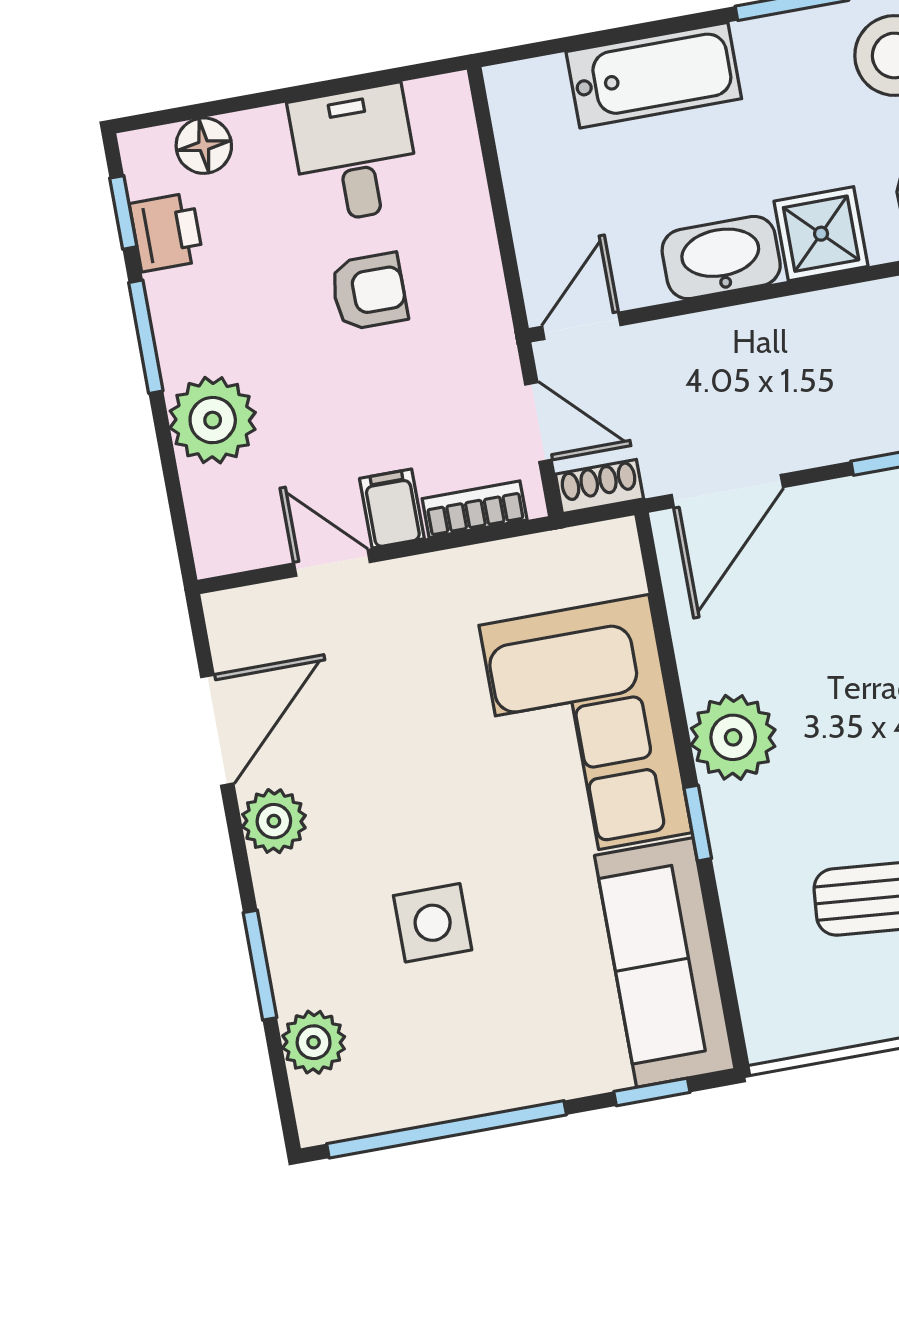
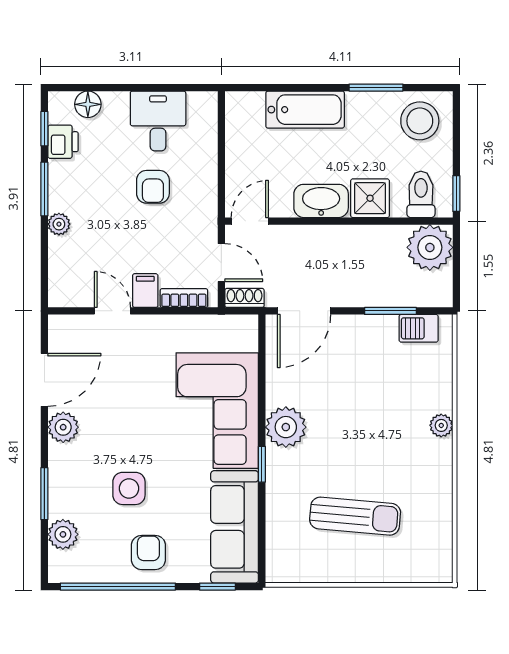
armchair: (369, 291) -> (153, 187), turned 90
plant: (213, 420) -> (59, 224), width x0.53, depth x0.53
armchair: (497, 1048) -> (148, 552), added

